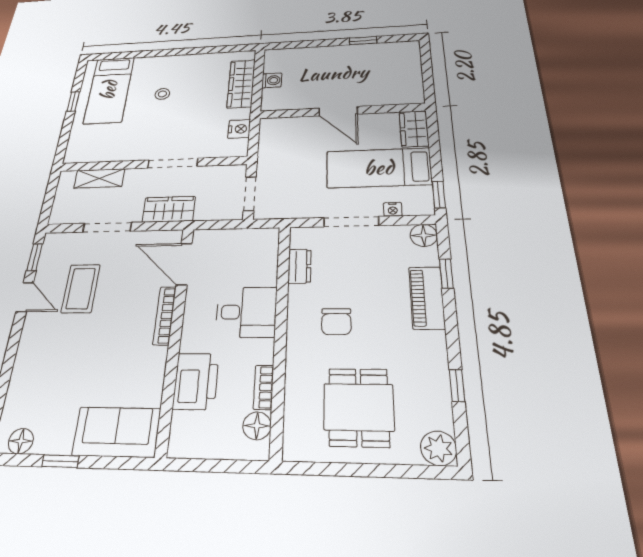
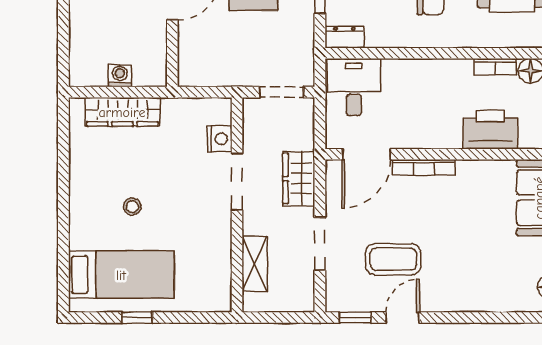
nightstand: (239, 129) -> (220, 139), moved, turned 90
dresser: (300, 266) -> (344, 37), moved
desk: (246, 312) -> (354, 87), moved

